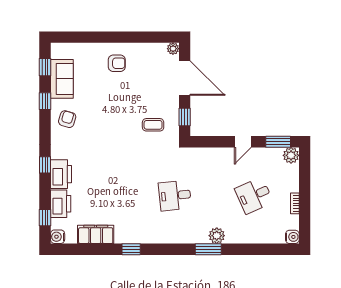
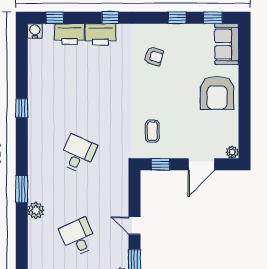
armchair: (117, 63) -> (217, 93), width x1.88, depth x1.88
door: (185, 78) -> (201, 164), width x0.73
sofa: (62, 79) -> (227, 44), moved, turned 90
armchair: (67, 119) -> (154, 56), moved
desk: (175, 196) -> (78, 154), turned 30
filing cabinet: (96, 234) -> (37, 71), removed
plant: (217, 236) -> (36, 210), moved

